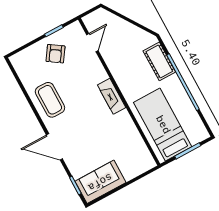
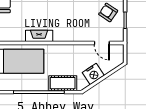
nightstand: (131, 34) -> (93, 74), added
fireplace: (112, 96) -> (39, 36), moved

